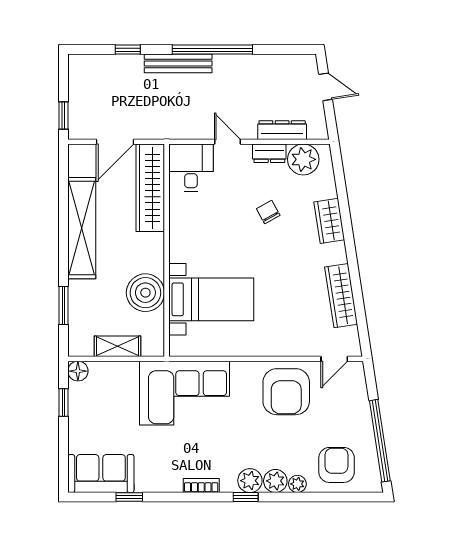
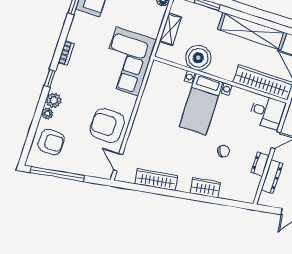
plant: (303, 159) -> (249, 184), removed
bed with nightstands: (211, 299) -> (201, 104), moved
plant: (250, 481) -> (59, 84), removed

